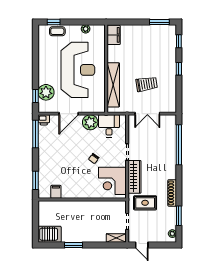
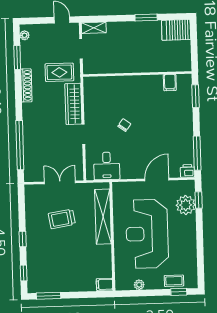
filing cabinet: (114, 35) -> (104, 284), width x0.50
plant: (90, 122) -> (130, 170), removed
corner desk: (112, 181) -> (101, 98), removed

